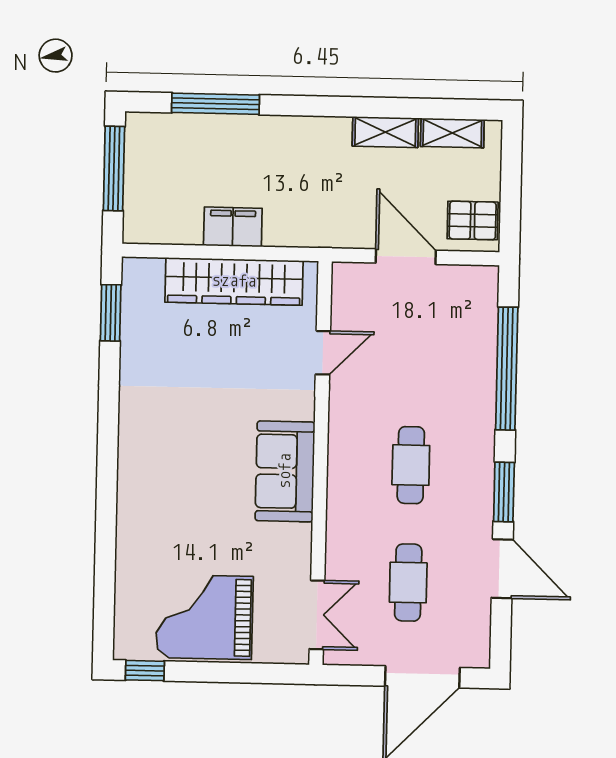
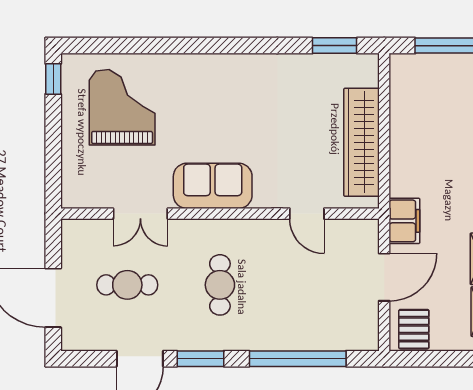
filing cabinet: (233, 227) -> (404, 221), moved
cafe table: (411, 465) -> (220, 285), turned 90
double door: (317, 615) -> (140, 214), moved
grand piano: (204, 617) -> (122, 107), moved

